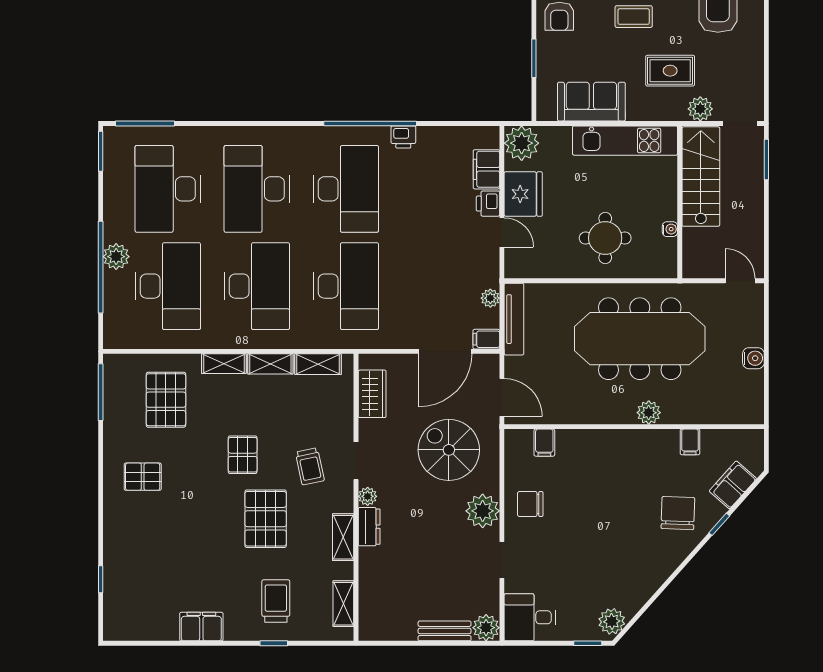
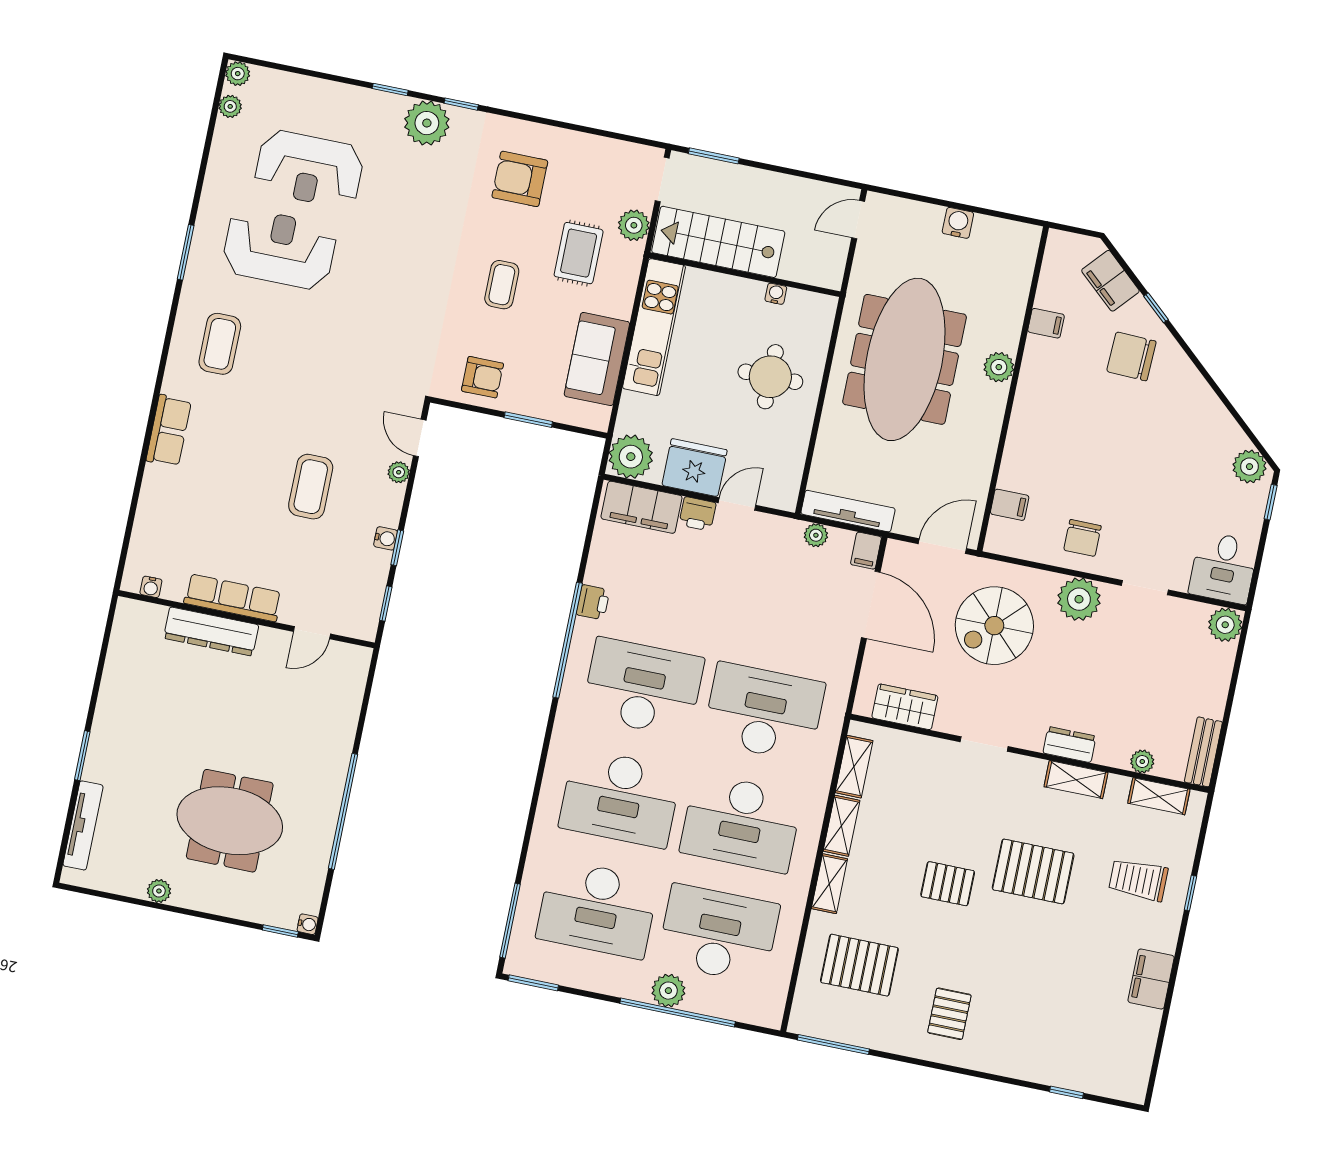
filing cabinet: (486, 169) -> (642, 507), width x1.50, depth x1.17
desk: (257, 286) -> (741, 823), turned 180
trolley: (310, 466) -> (979, 803), removed
plant: (368, 496) -> (1142, 762), moved
bench: (445, 631) -> (1203, 752), moved

